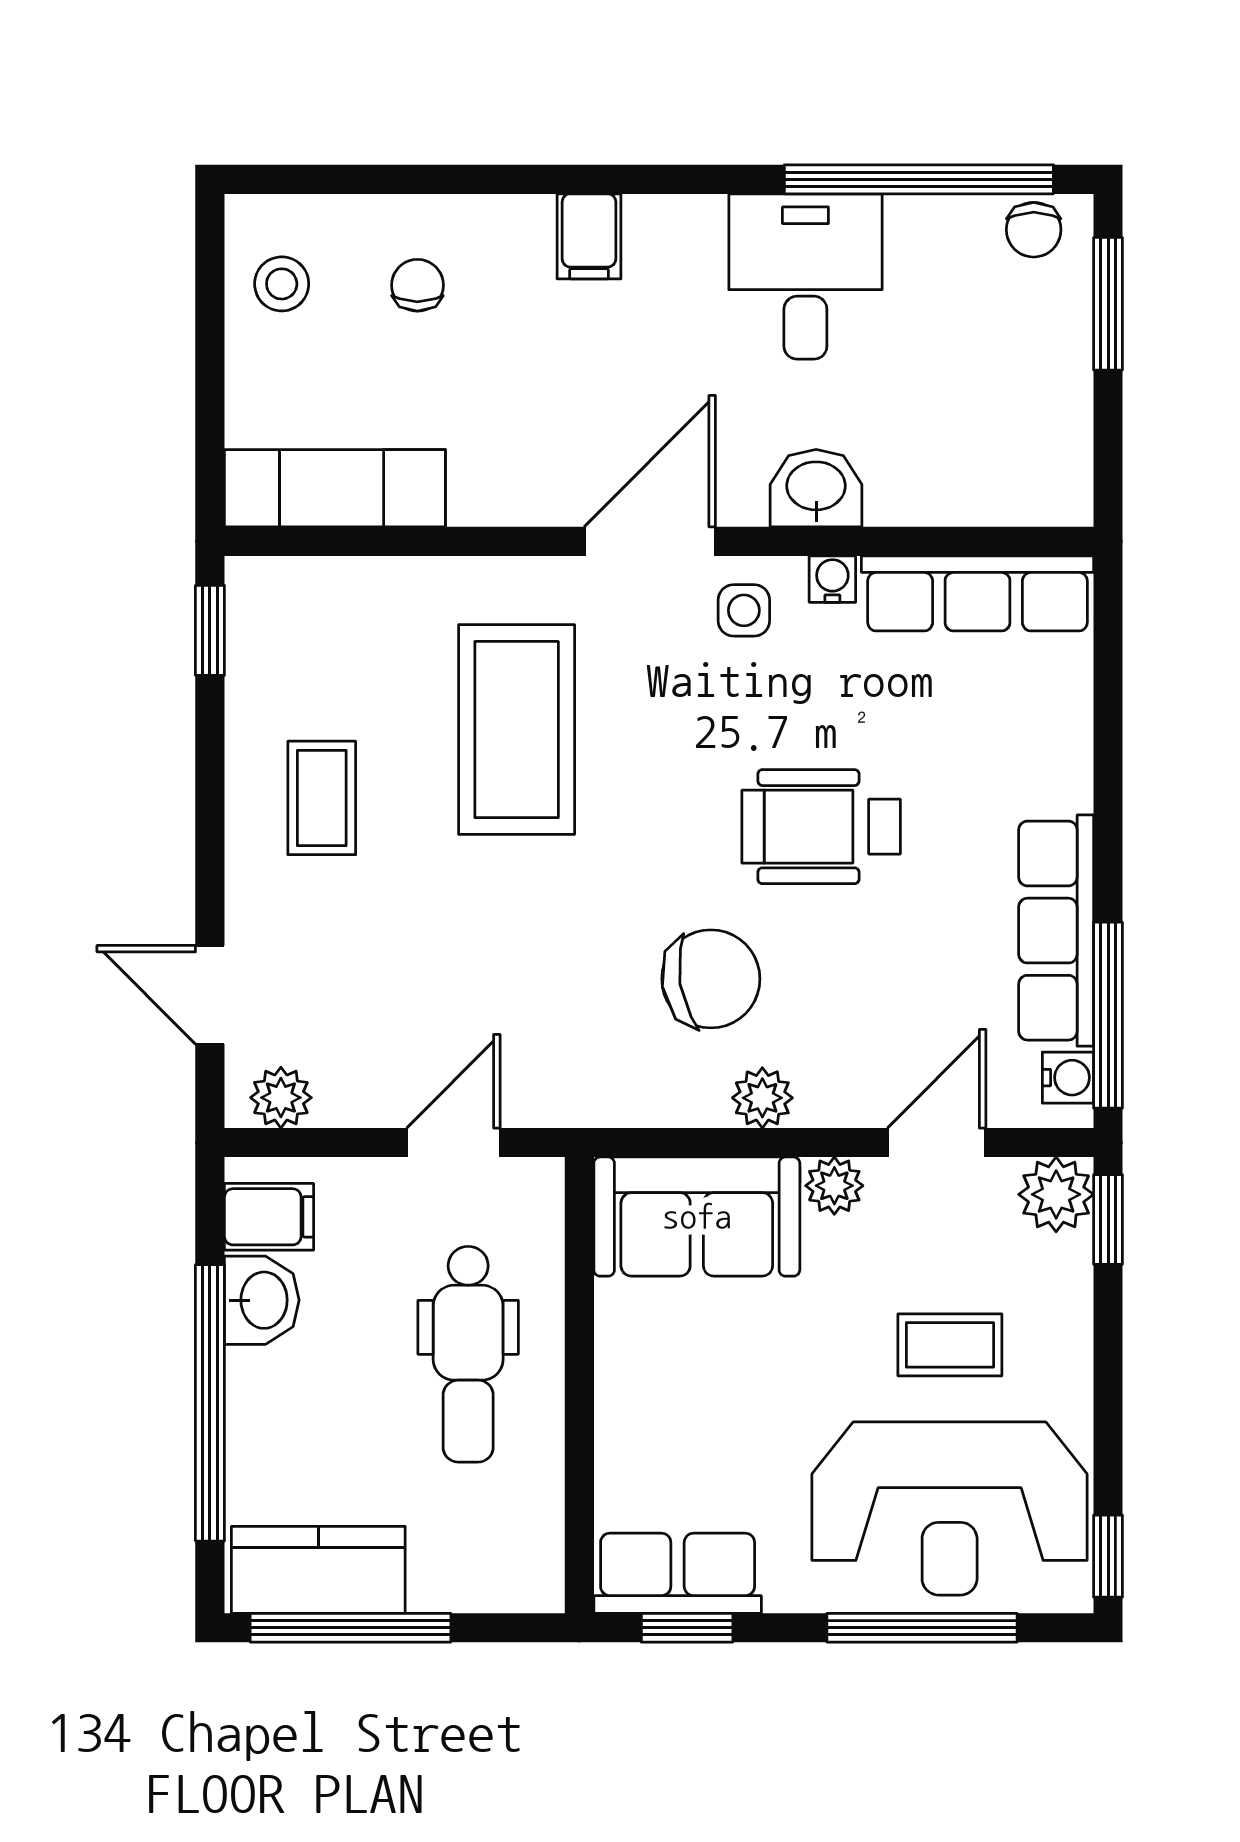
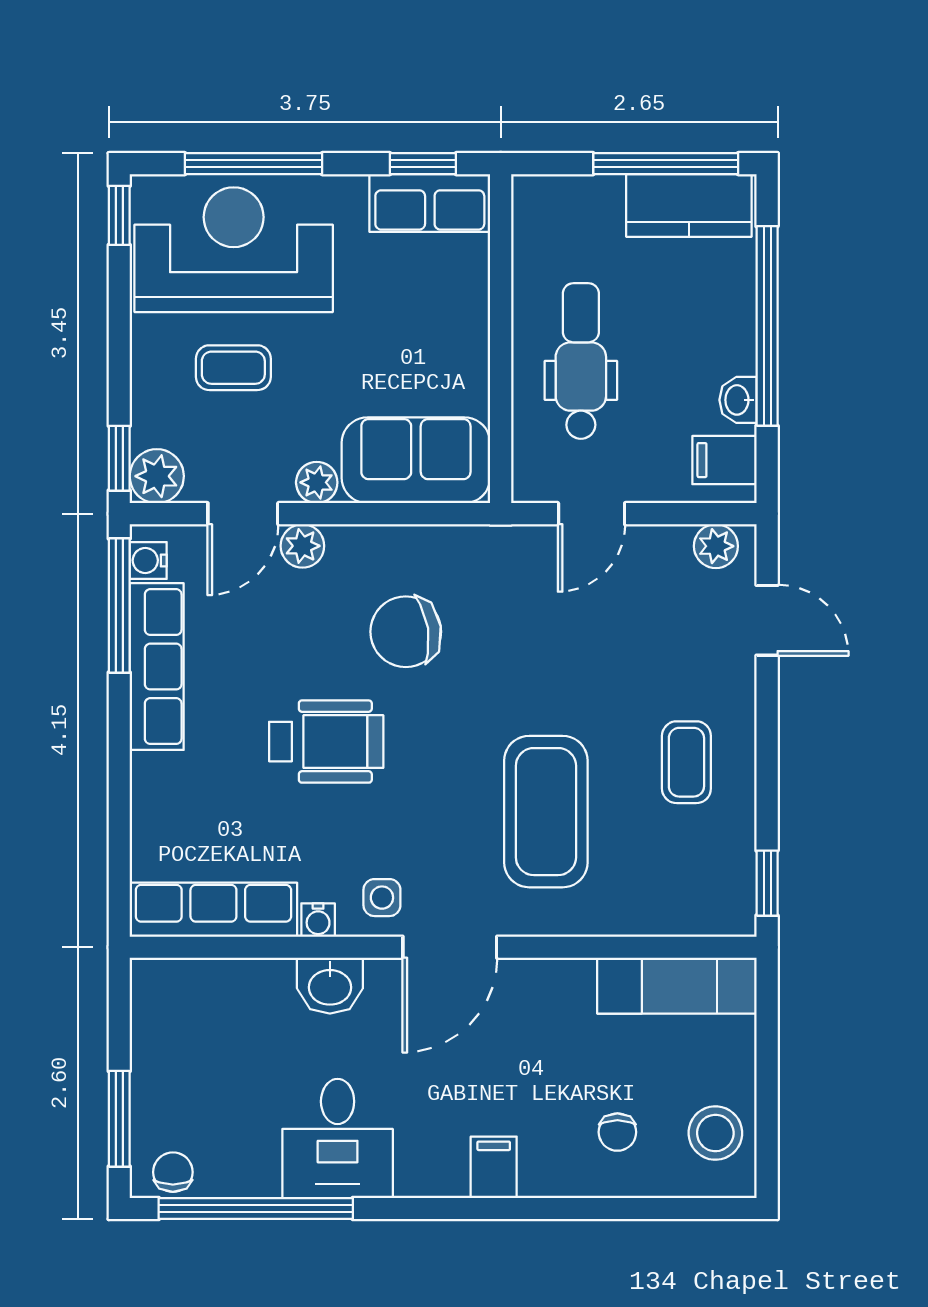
stool: (282, 284) -> (715, 1133), width x1.37, depth x1.37
plant: (762, 1098) -> (302, 546), moved
washbasin: (262, 1300) -> (738, 400), width x0.72, depth x0.69

